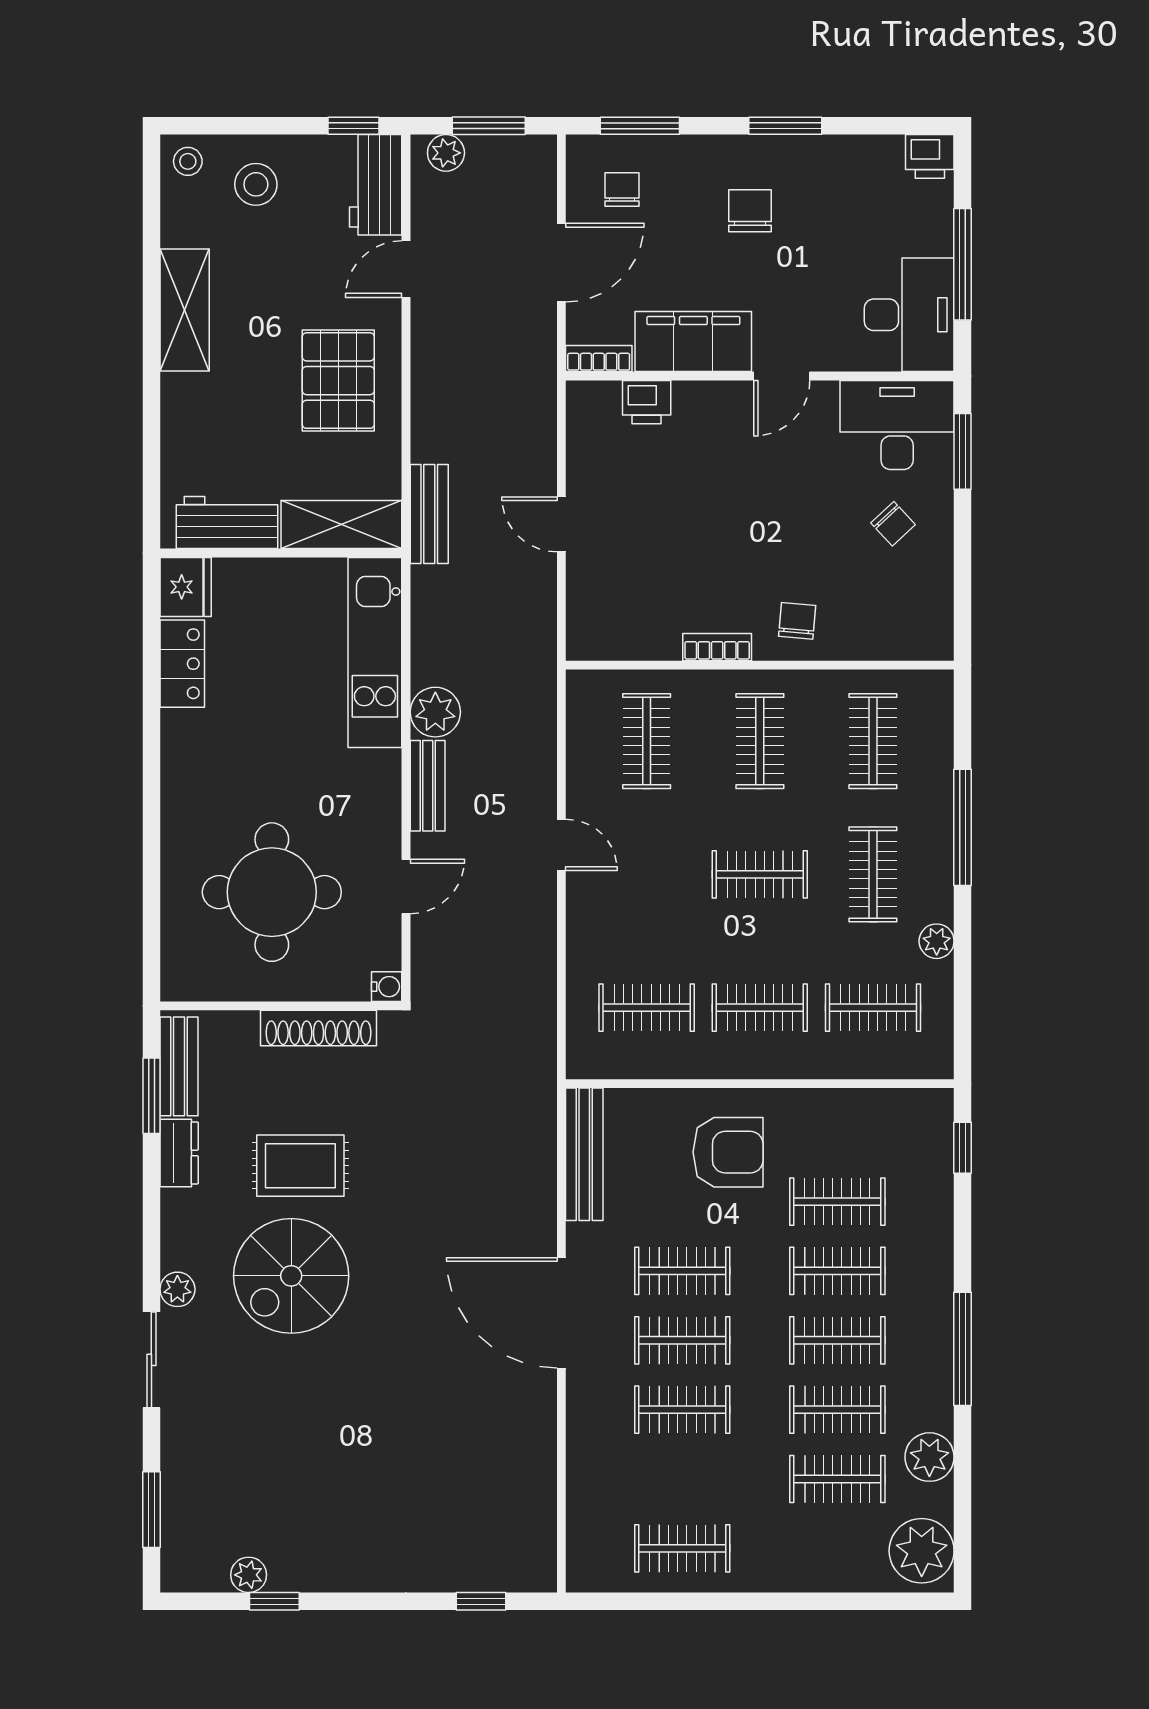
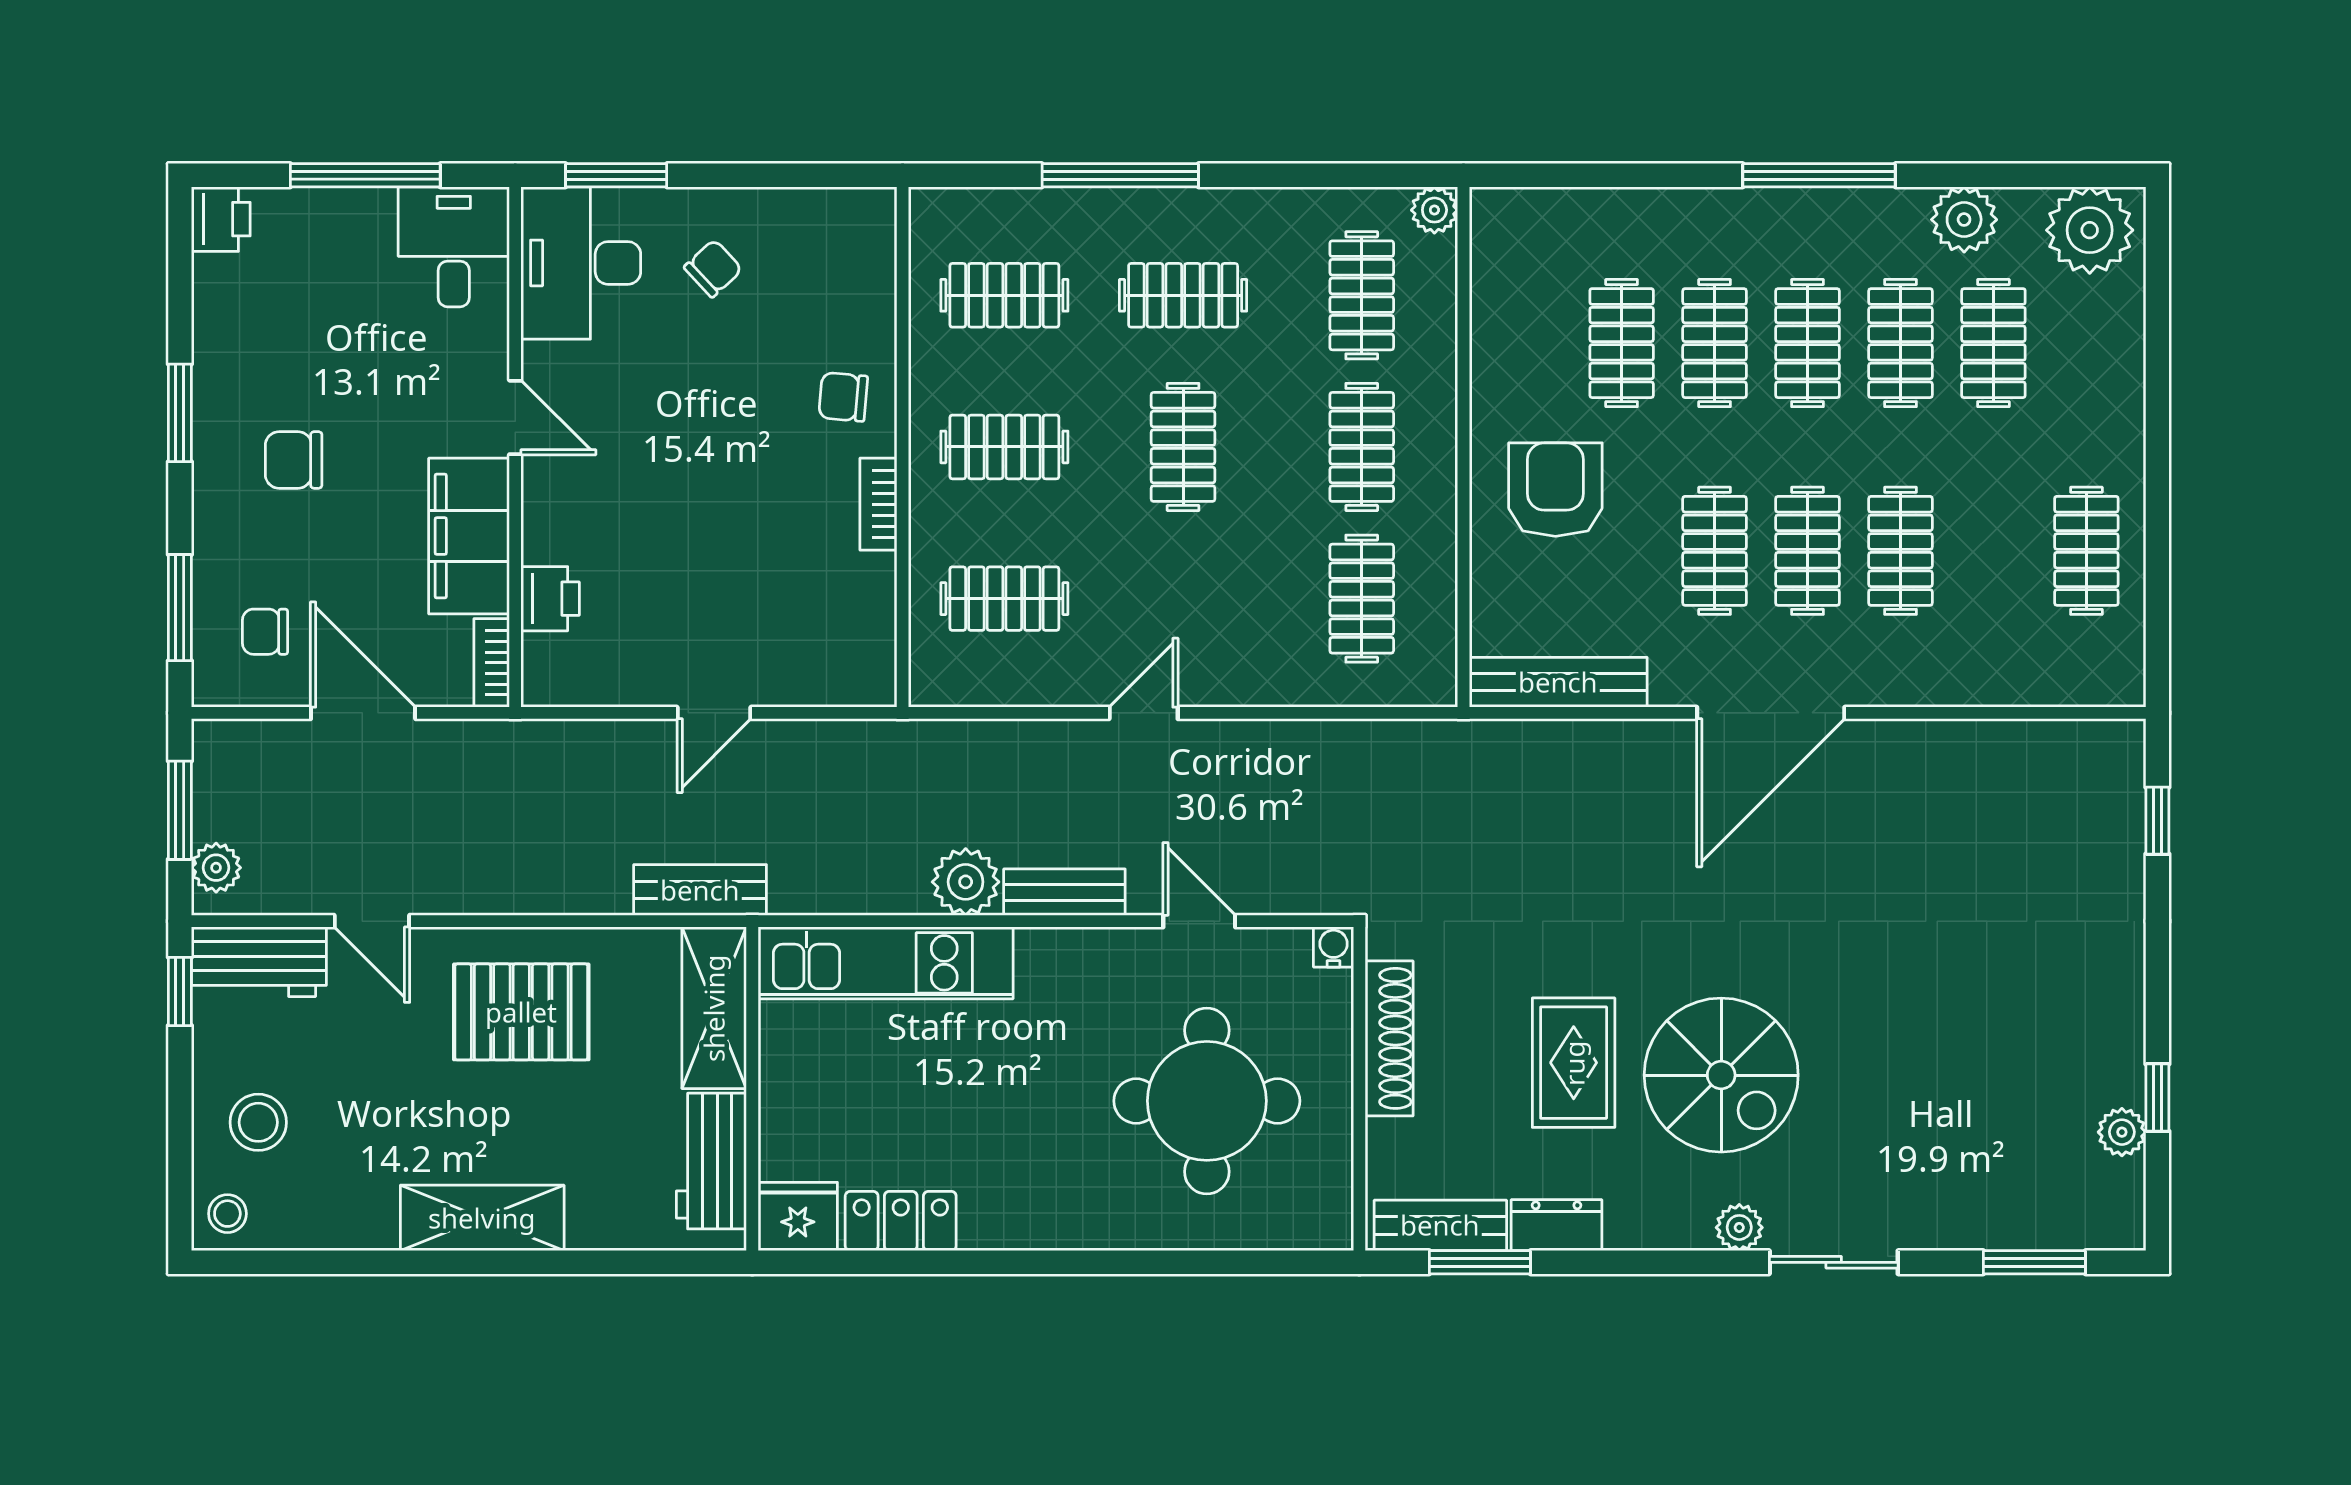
shelving: (185, 310) -> (482, 1218), moved
desk: (909, 315) -> (454, 247), width x0.73
plant: (937, 941) -> (1434, 210), moved
window: (963, 1148) -> (1550, 175), removed

